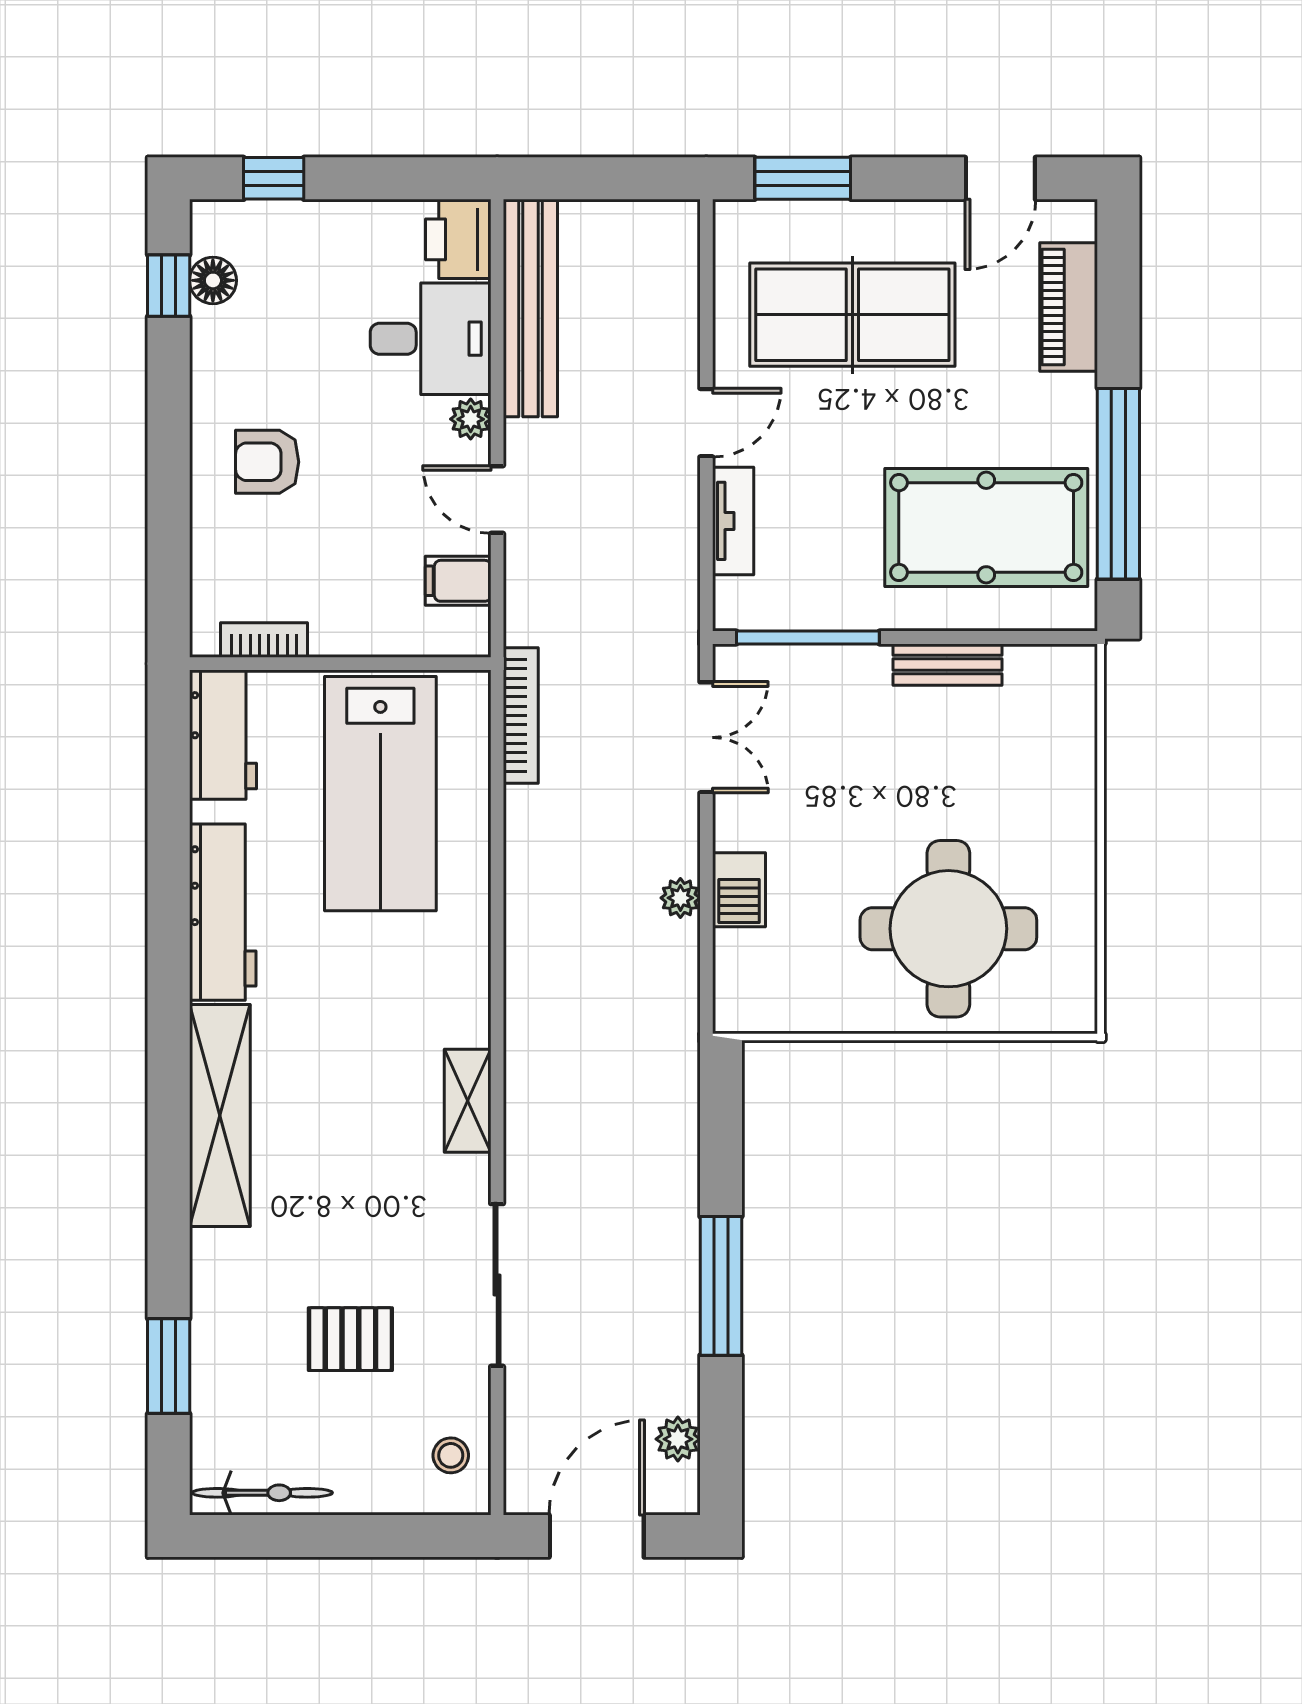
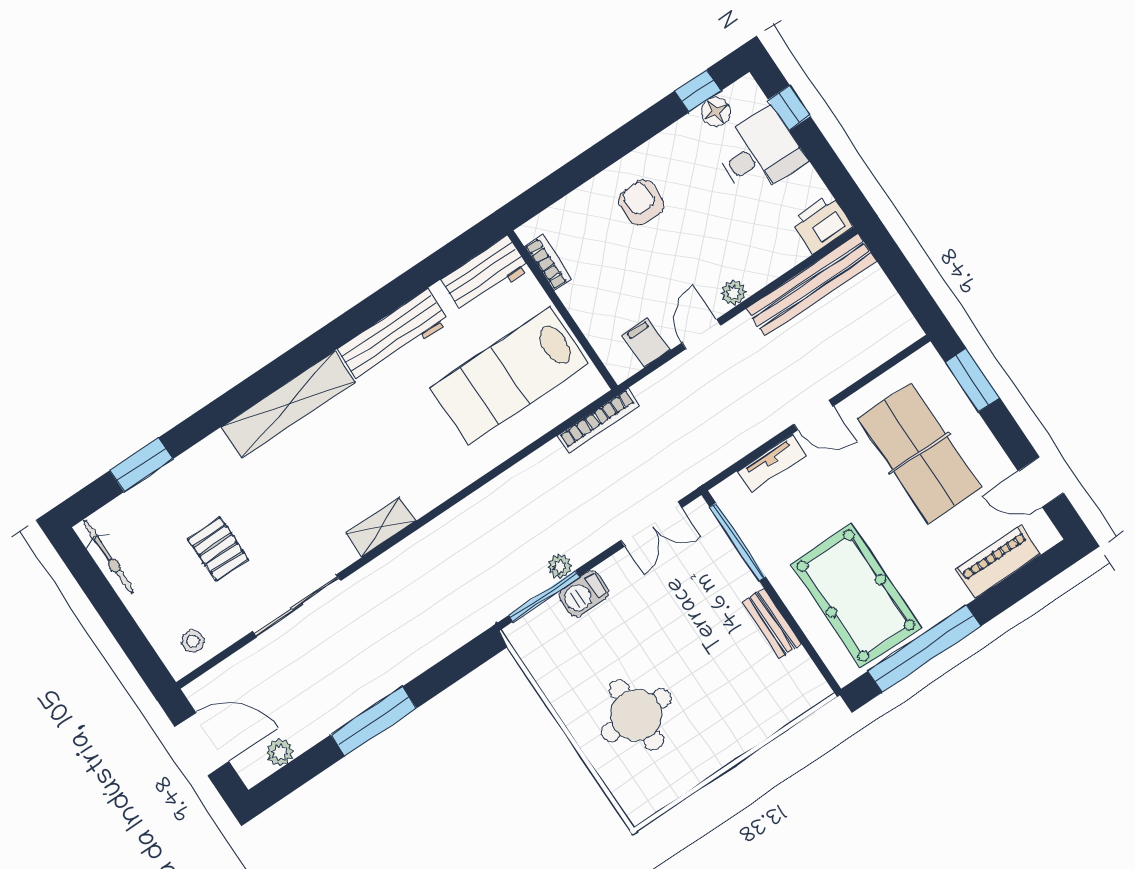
desk: (431, 339) -> (759, 153), moved, turned -90
round table: (948, 929) -> (636, 715), width x0.73, depth x0.73
window: (706, 945) -> (544, 596), added

